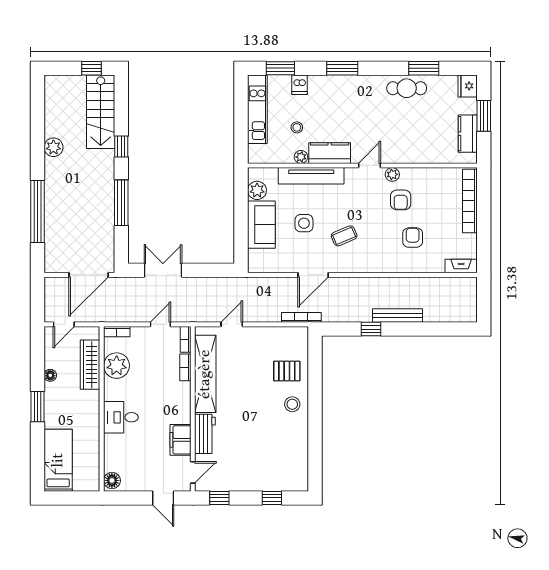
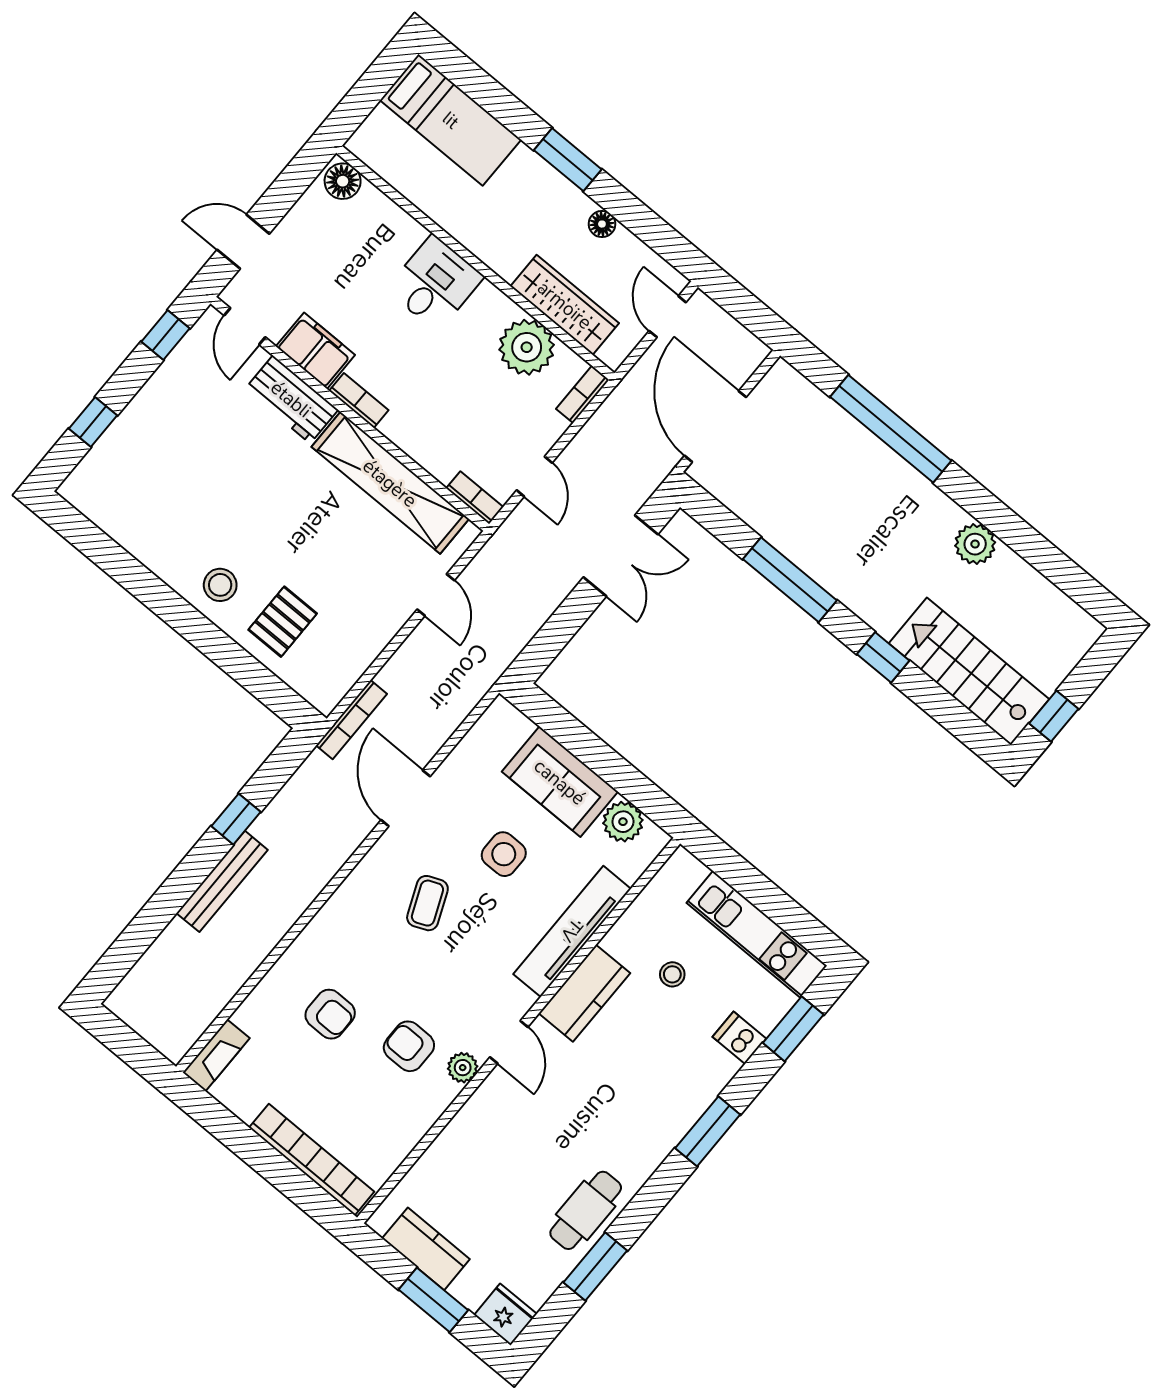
plant: (301, 157) -> (618, 941), removed
bookcase: (185, 367) -> (359, 401), moved

